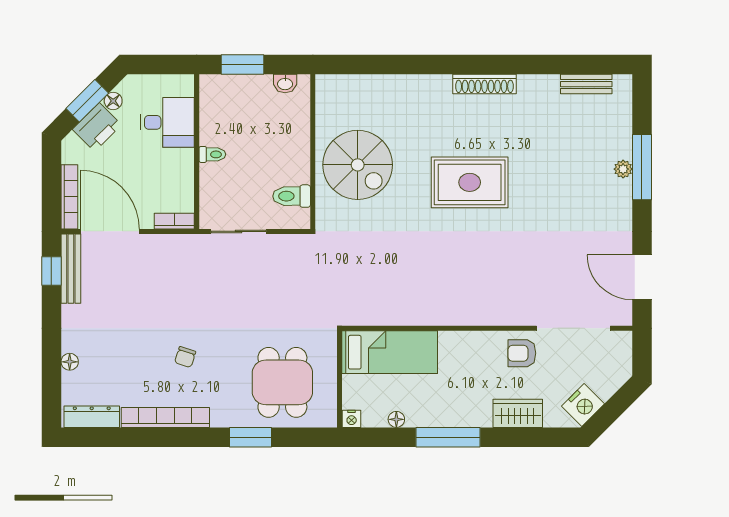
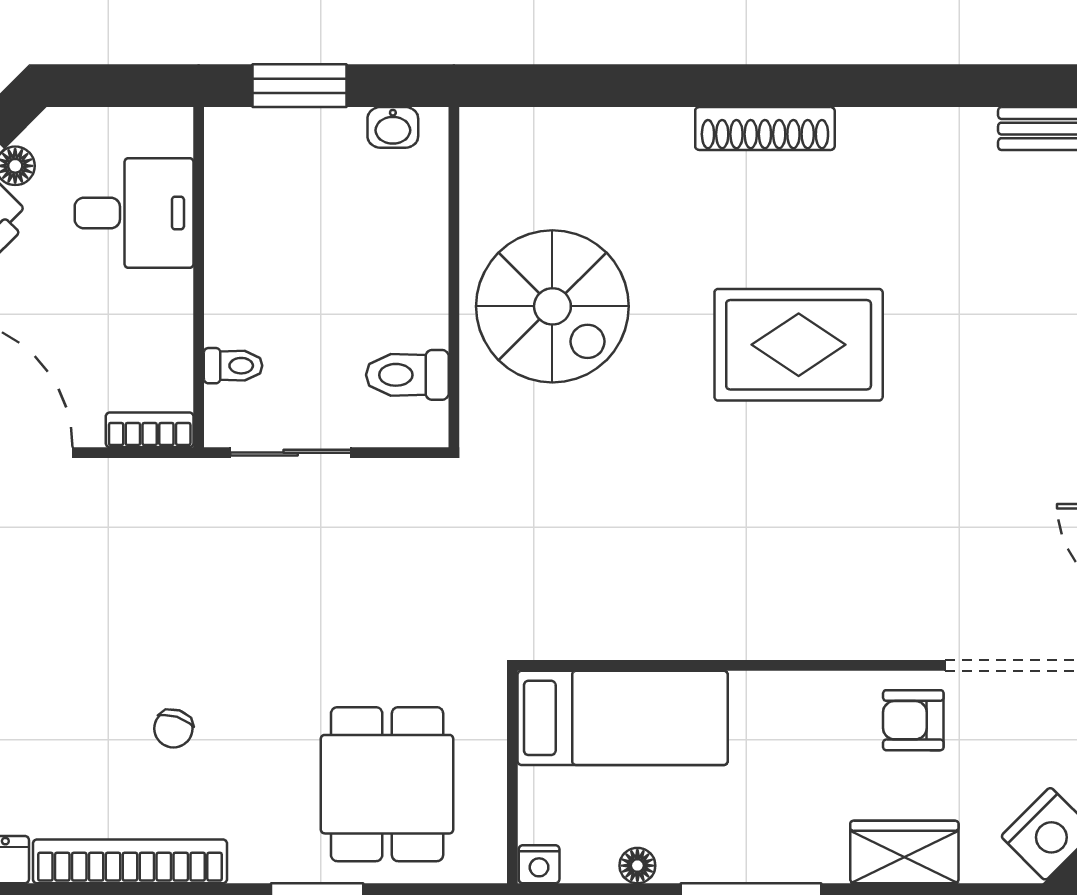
shoe rack: (485, 84) -> (765, 128), moved
toilet: (212, 154) -> (233, 366), moved

